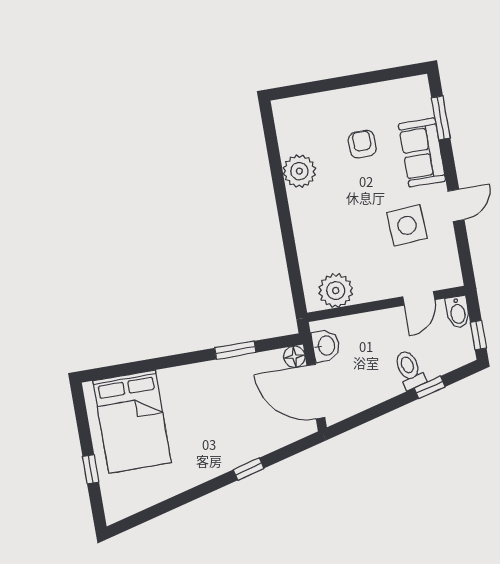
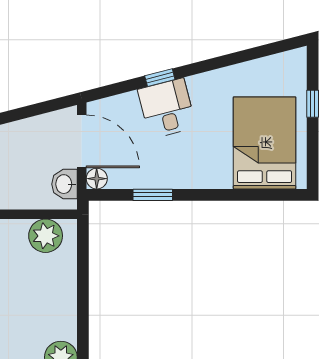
desk: (236, 439) -> (167, 108), added

